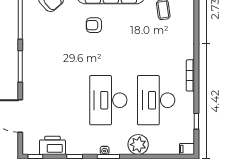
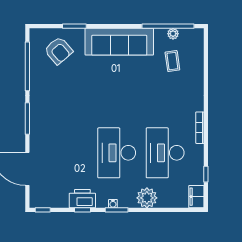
armchair: (94, 25) -> (102, 77), removed
printer: (52, 145) -> (82, 199), moved
filing cabinet: (187, 149) -> (196, 197), width x2.00

